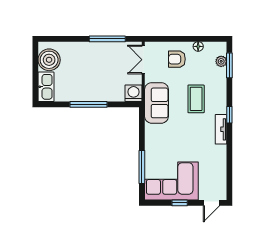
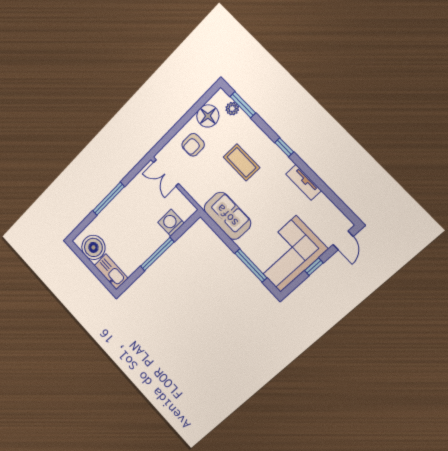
window: (107, 39) -> (109, 199), moved
floor lamp: (198, 46) -> (208, 116), width x1.89, depth x1.89
washing machine: (134, 93) -> (171, 223), moved
sofa: (156, 103) -> (227, 216), moved
tv unit: (221, 129) -> (304, 182), moved

